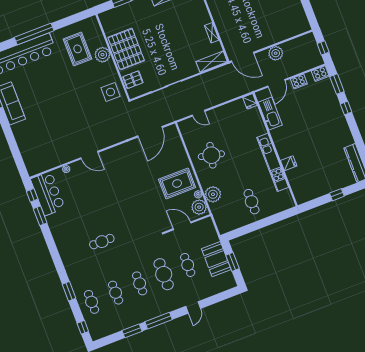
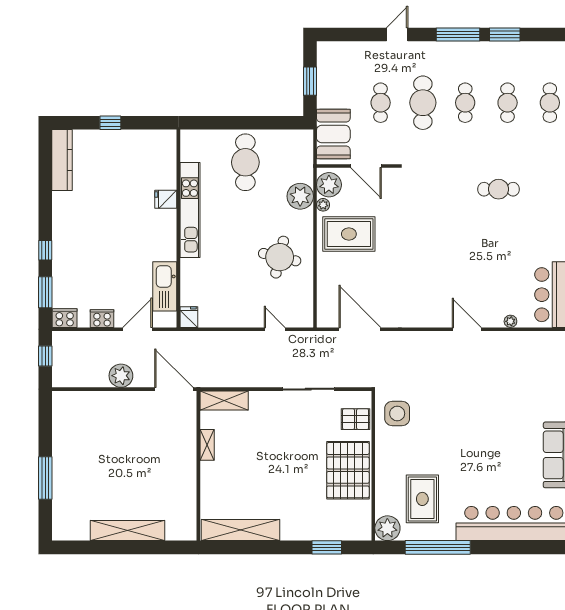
window: (34, 34) -> (438, 547), moved
plant: (102, 55) -> (387, 528), moved
door: (150, 132) -> (360, 329), hinge flipped
cafe table: (252, 202) -> (245, 162), width x1.37, depth x1.35
booth: (216, 259) -> (333, 134), moved

